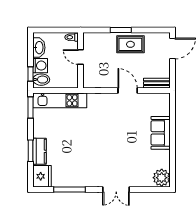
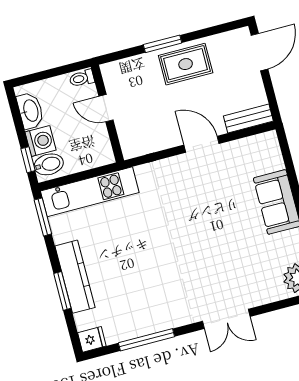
kitchen counter: (39, 151) -> (75, 277), width x1.50
fridge: (42, 176) -> (92, 339), width x0.53, depth x0.75

